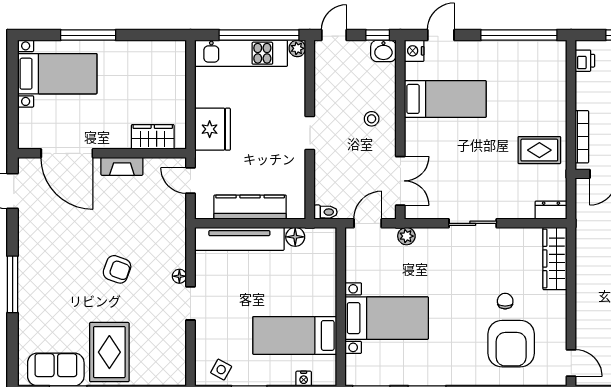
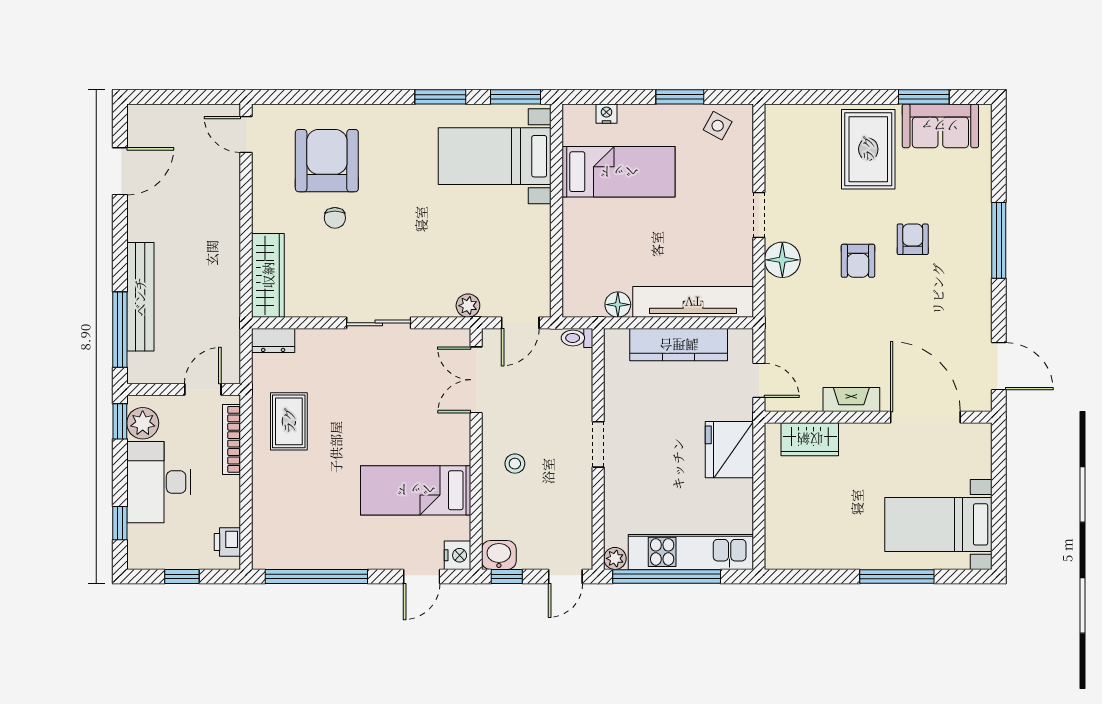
rug: (539, 150) -> (289, 421), turned 90
armchair: (117, 269) -> (858, 261), turned -110
floor lamp: (179, 276) -> (782, 260), width x1.89, depth x1.89
armchair: (76, 285) -> (913, 239), added
bed with nightstands: (387, 318) -> (495, 156), moved

